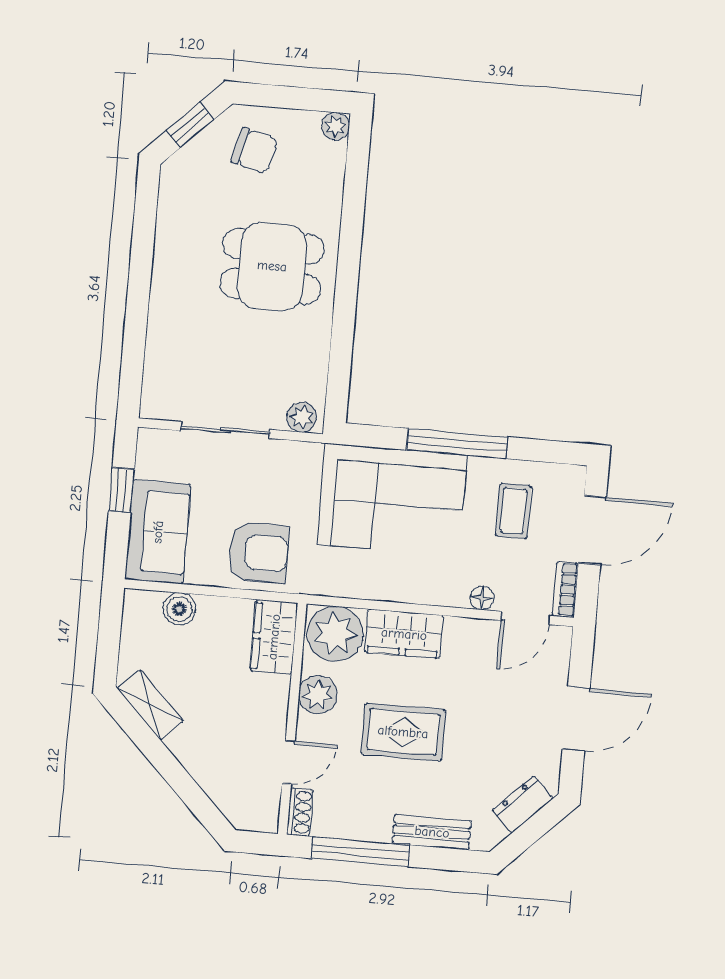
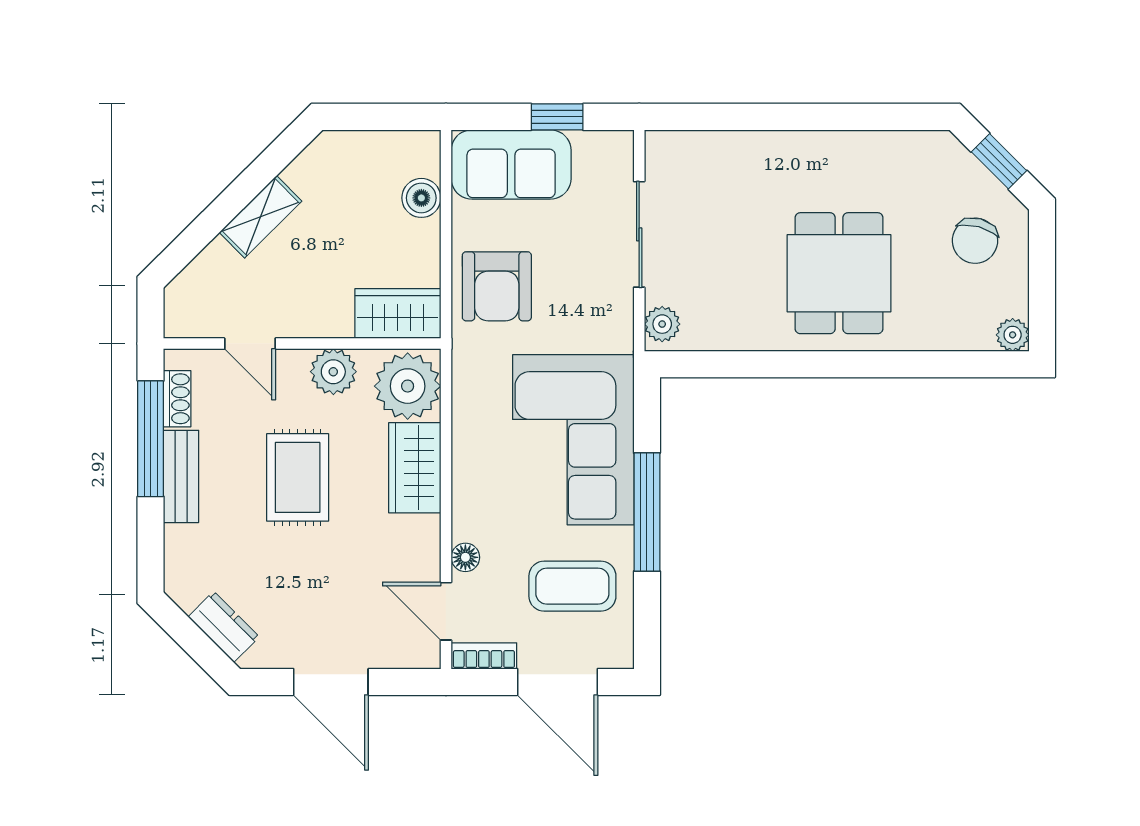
coffee table: (514, 511) -> (572, 586), width x1.36, depth x1.30
shelving: (150, 705) -> (260, 217), moved
shoe rack: (300, 812) -> (177, 399), moved, turned -90
bench: (432, 832) -> (181, 476), moved

